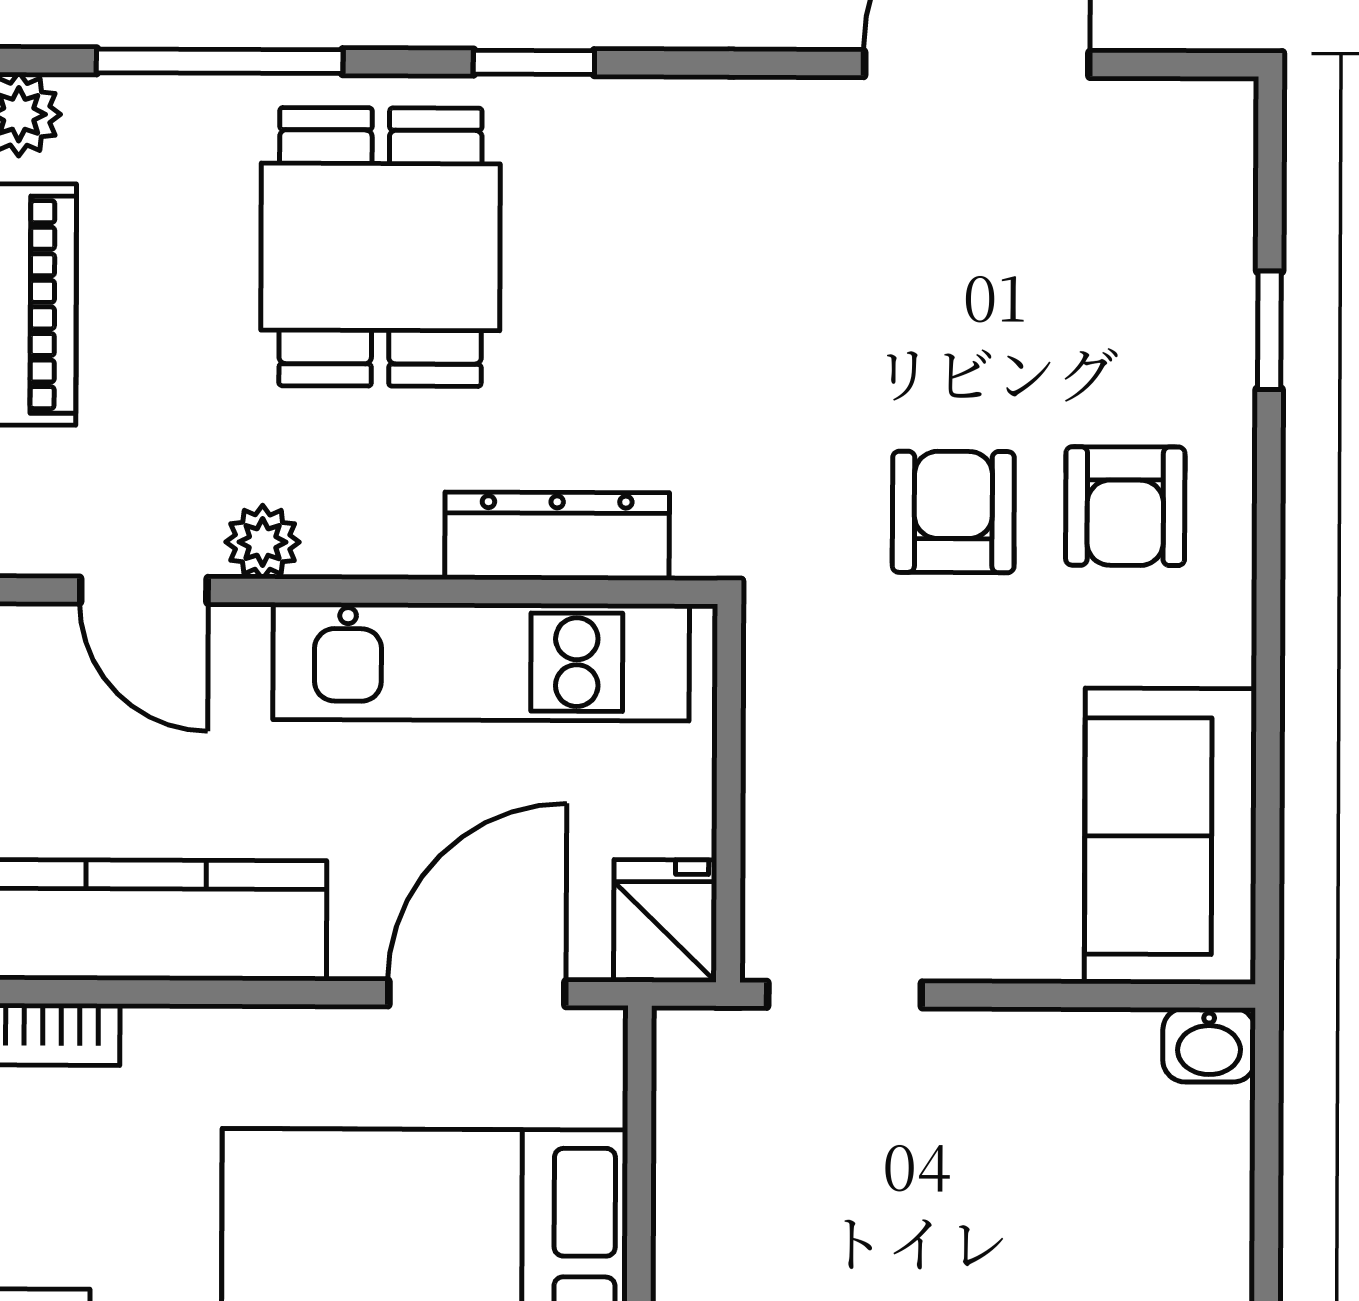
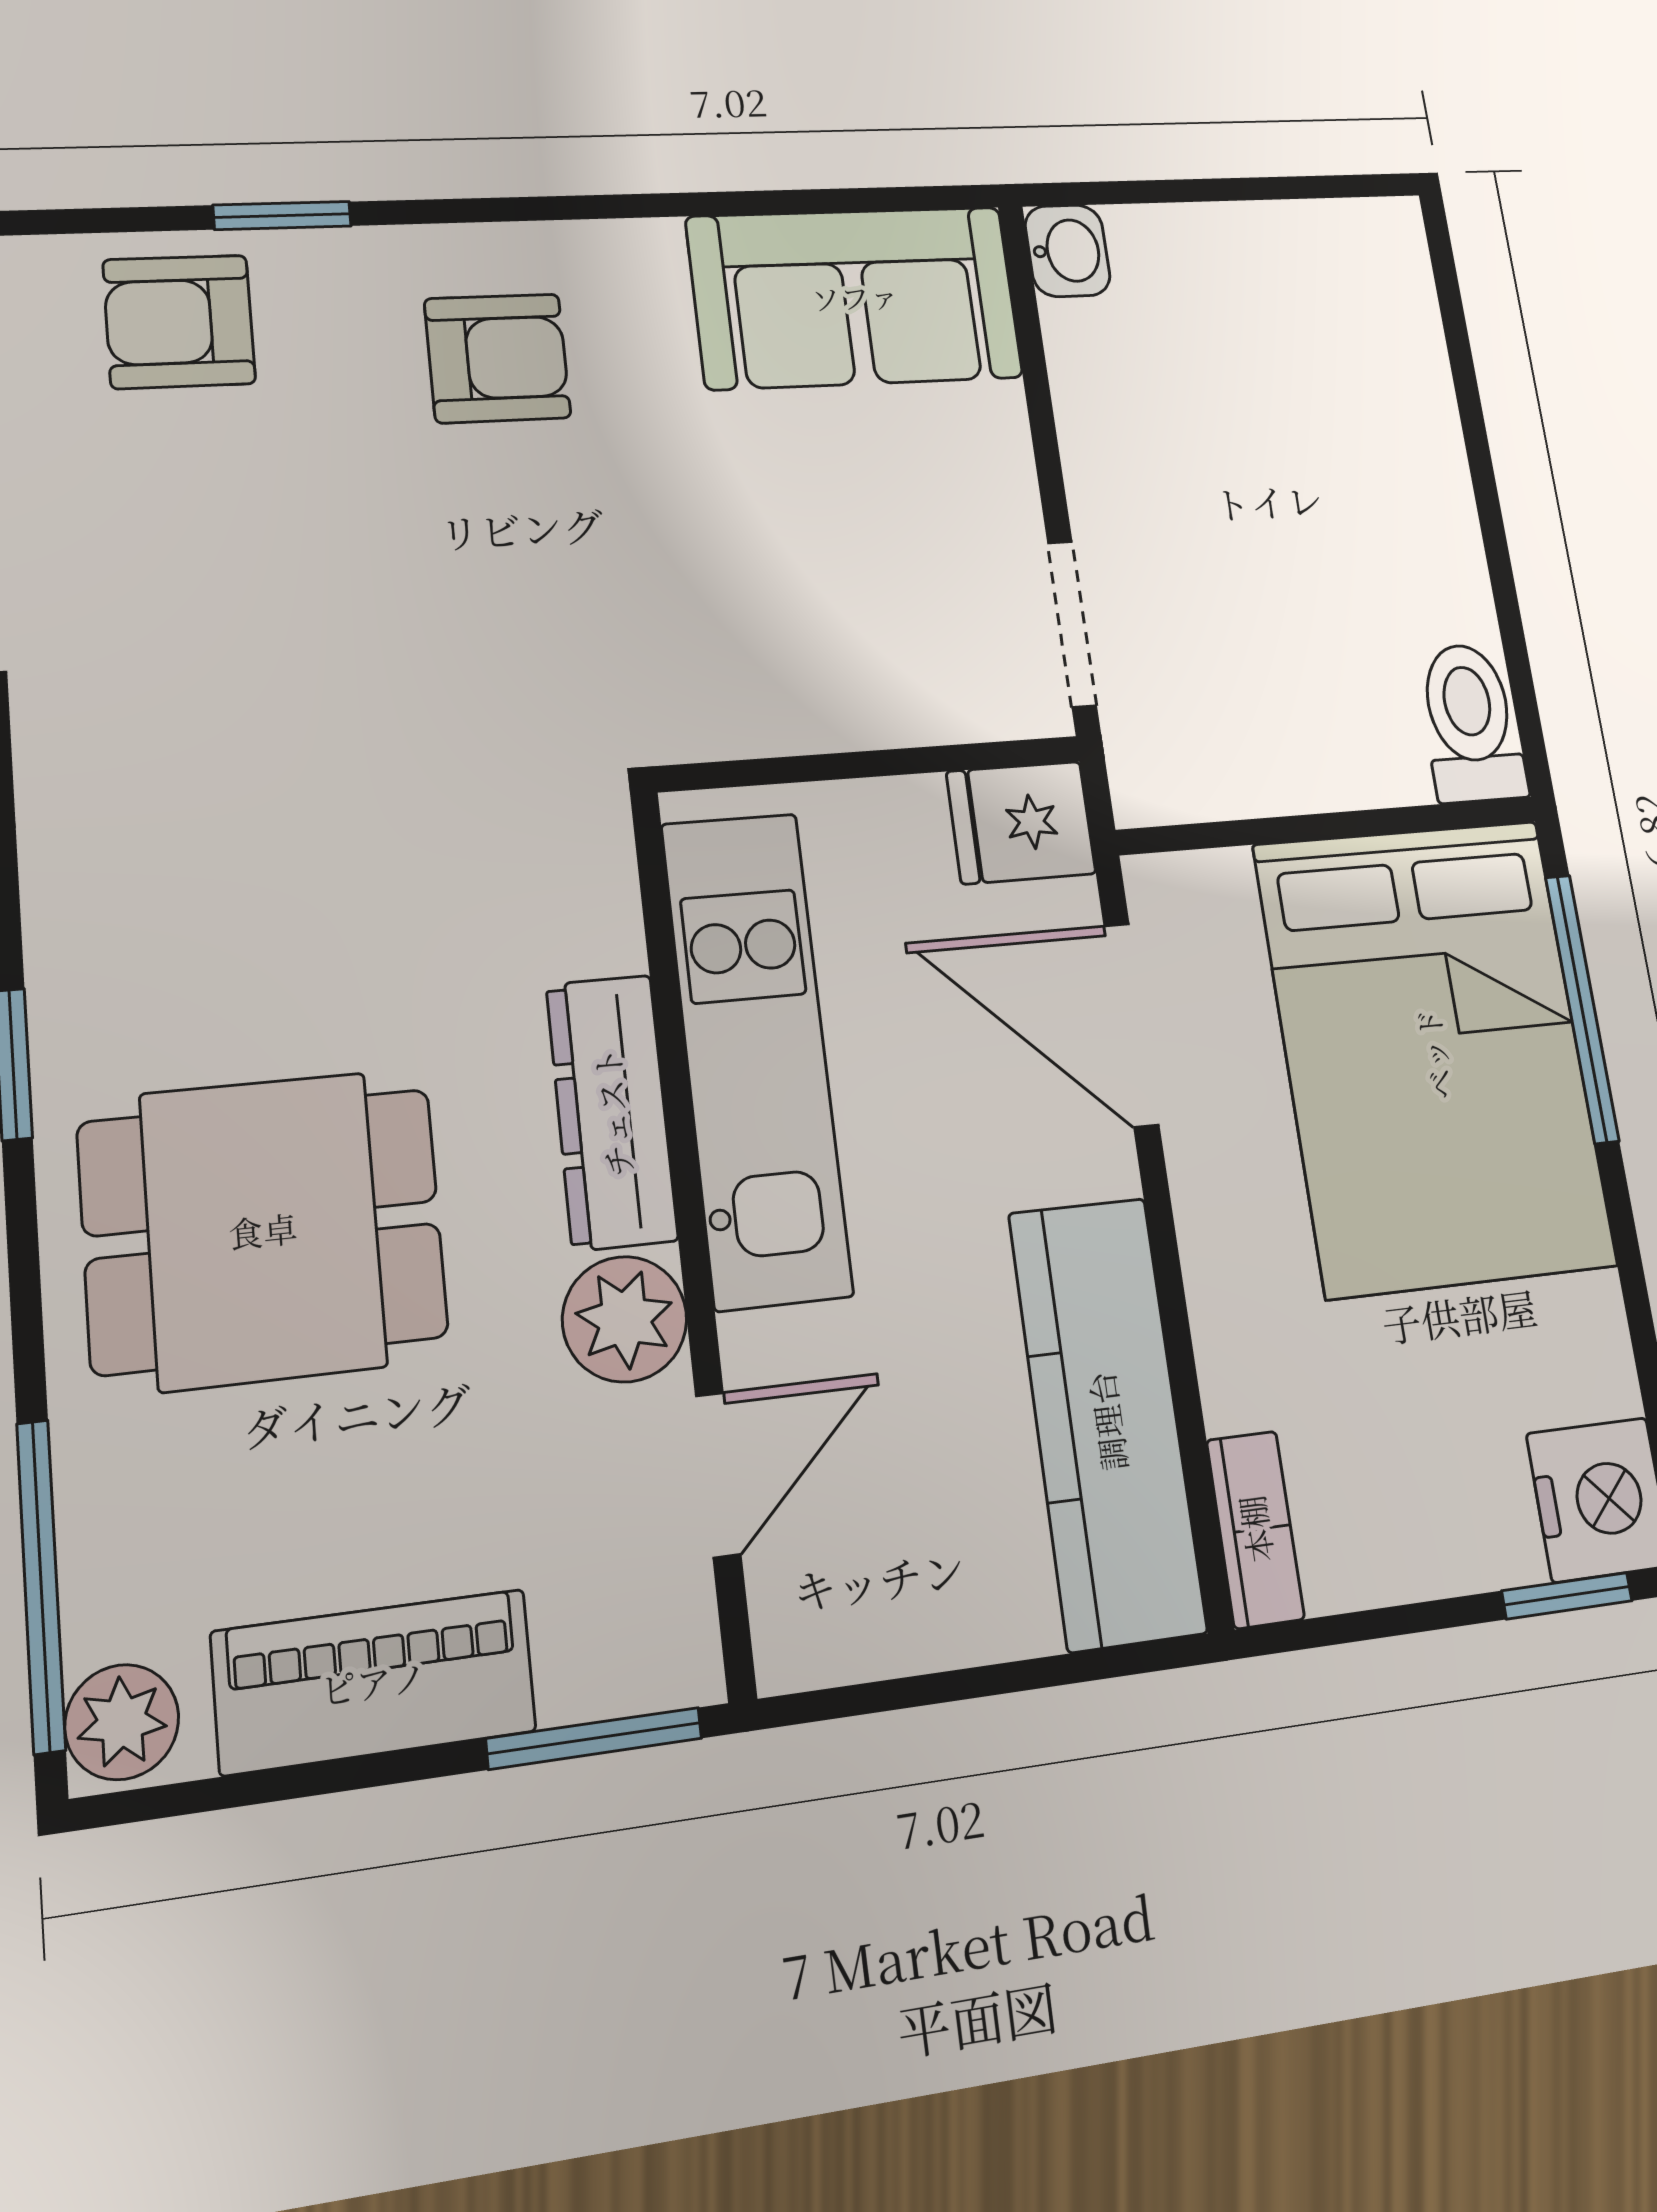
window: (220, 61) -> (41, 1585), moved
armchair: (953, 512) -> (179, 322), moved
dresser: (557, 536) -> (612, 1112), moved
plant: (263, 542) -> (625, 1319), width x1.38, depth x1.38

